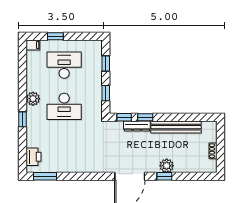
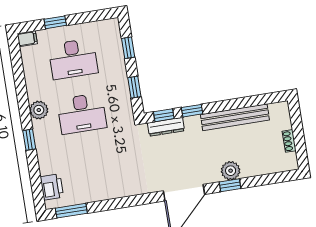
desk: (64, 65) -> (73, 59), turned 180
dresser: (137, 126) -> (166, 127), moved

